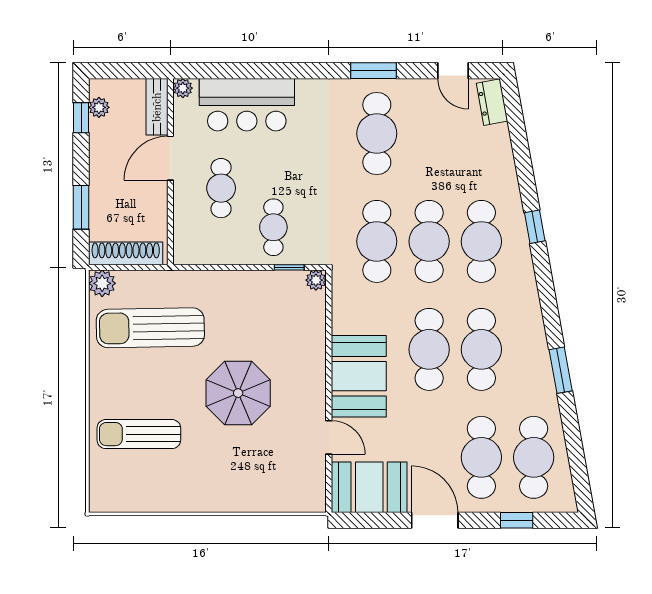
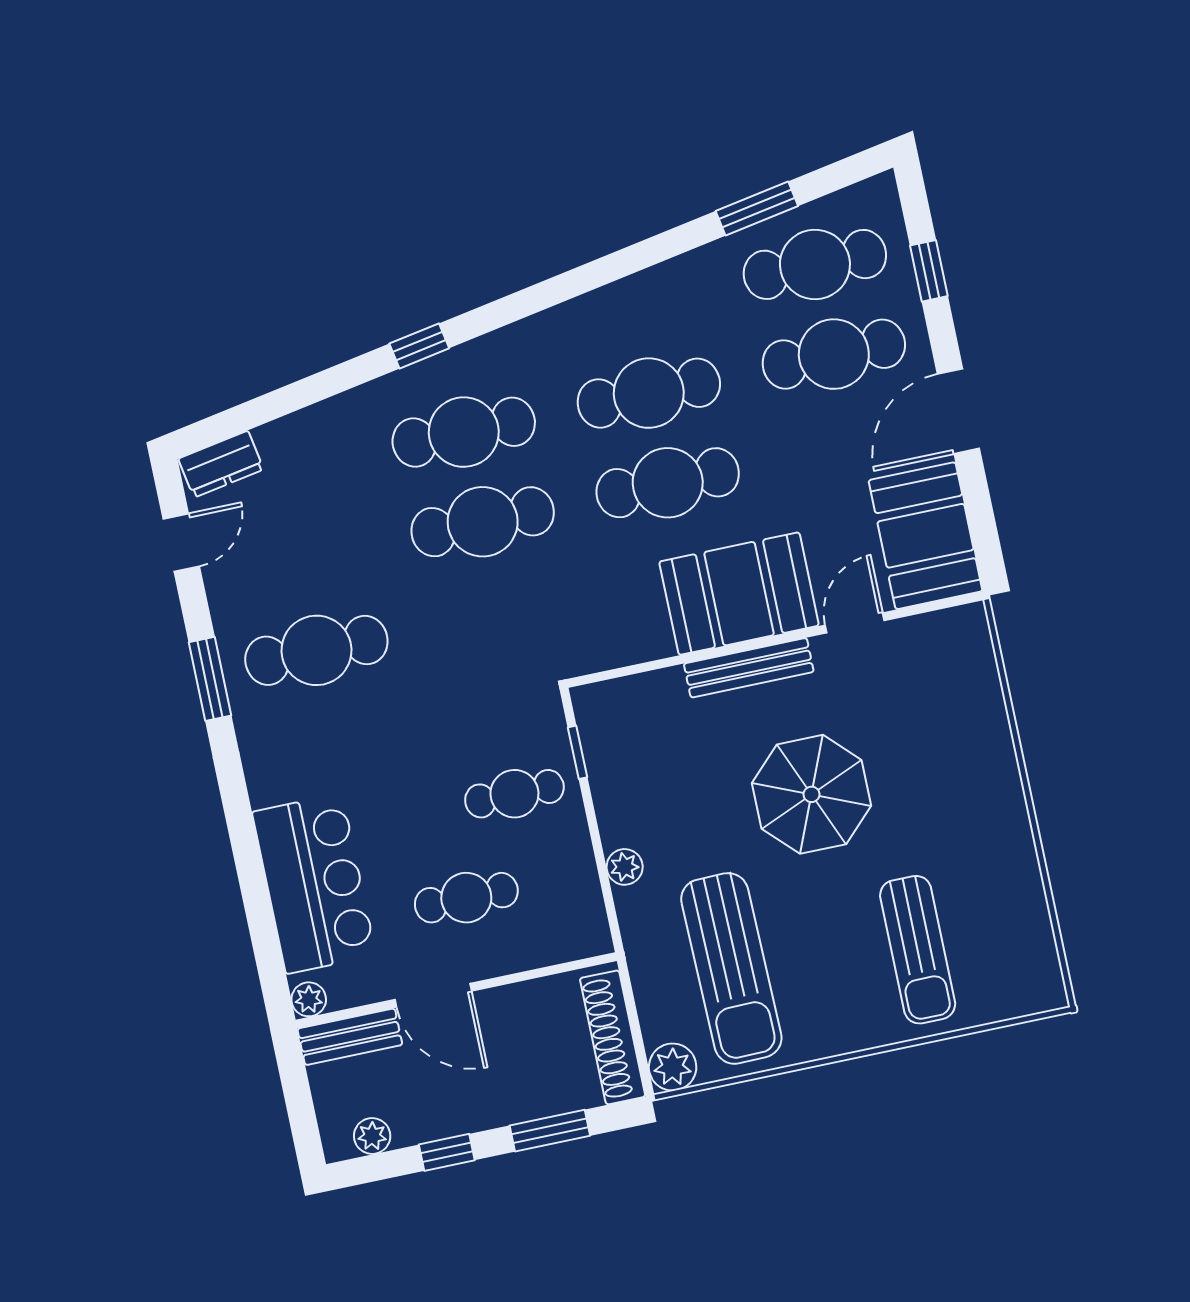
window: (81, 118) -> (447, 1152), moved
cafe table: (377, 241) -> (502, 611), removed
plant: (316, 280) -> (625, 867), moved
window: (561, 370) -> (757, 208), moved
bench: (316, 373) -> (749, 668), added

